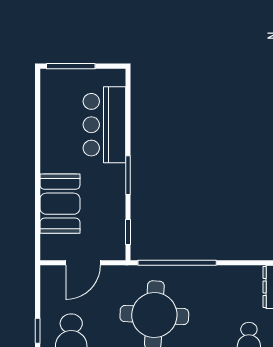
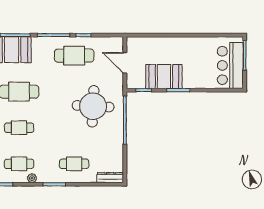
bar counter: (104, 125) -> (230, 65), moved, turned -90
booth: (60, 204) -> (164, 77), moved

